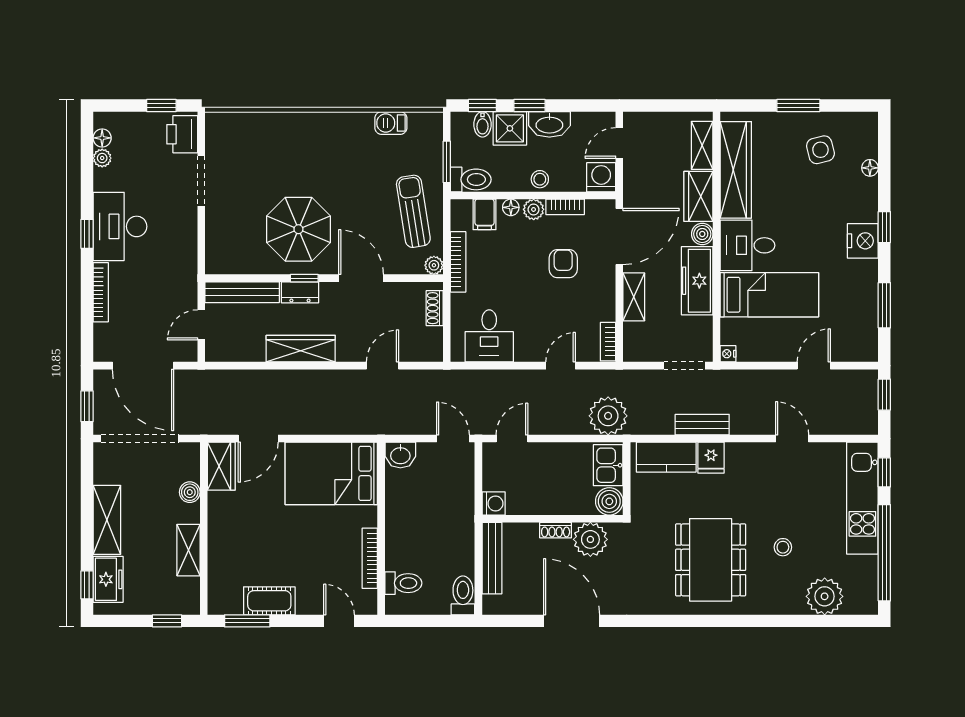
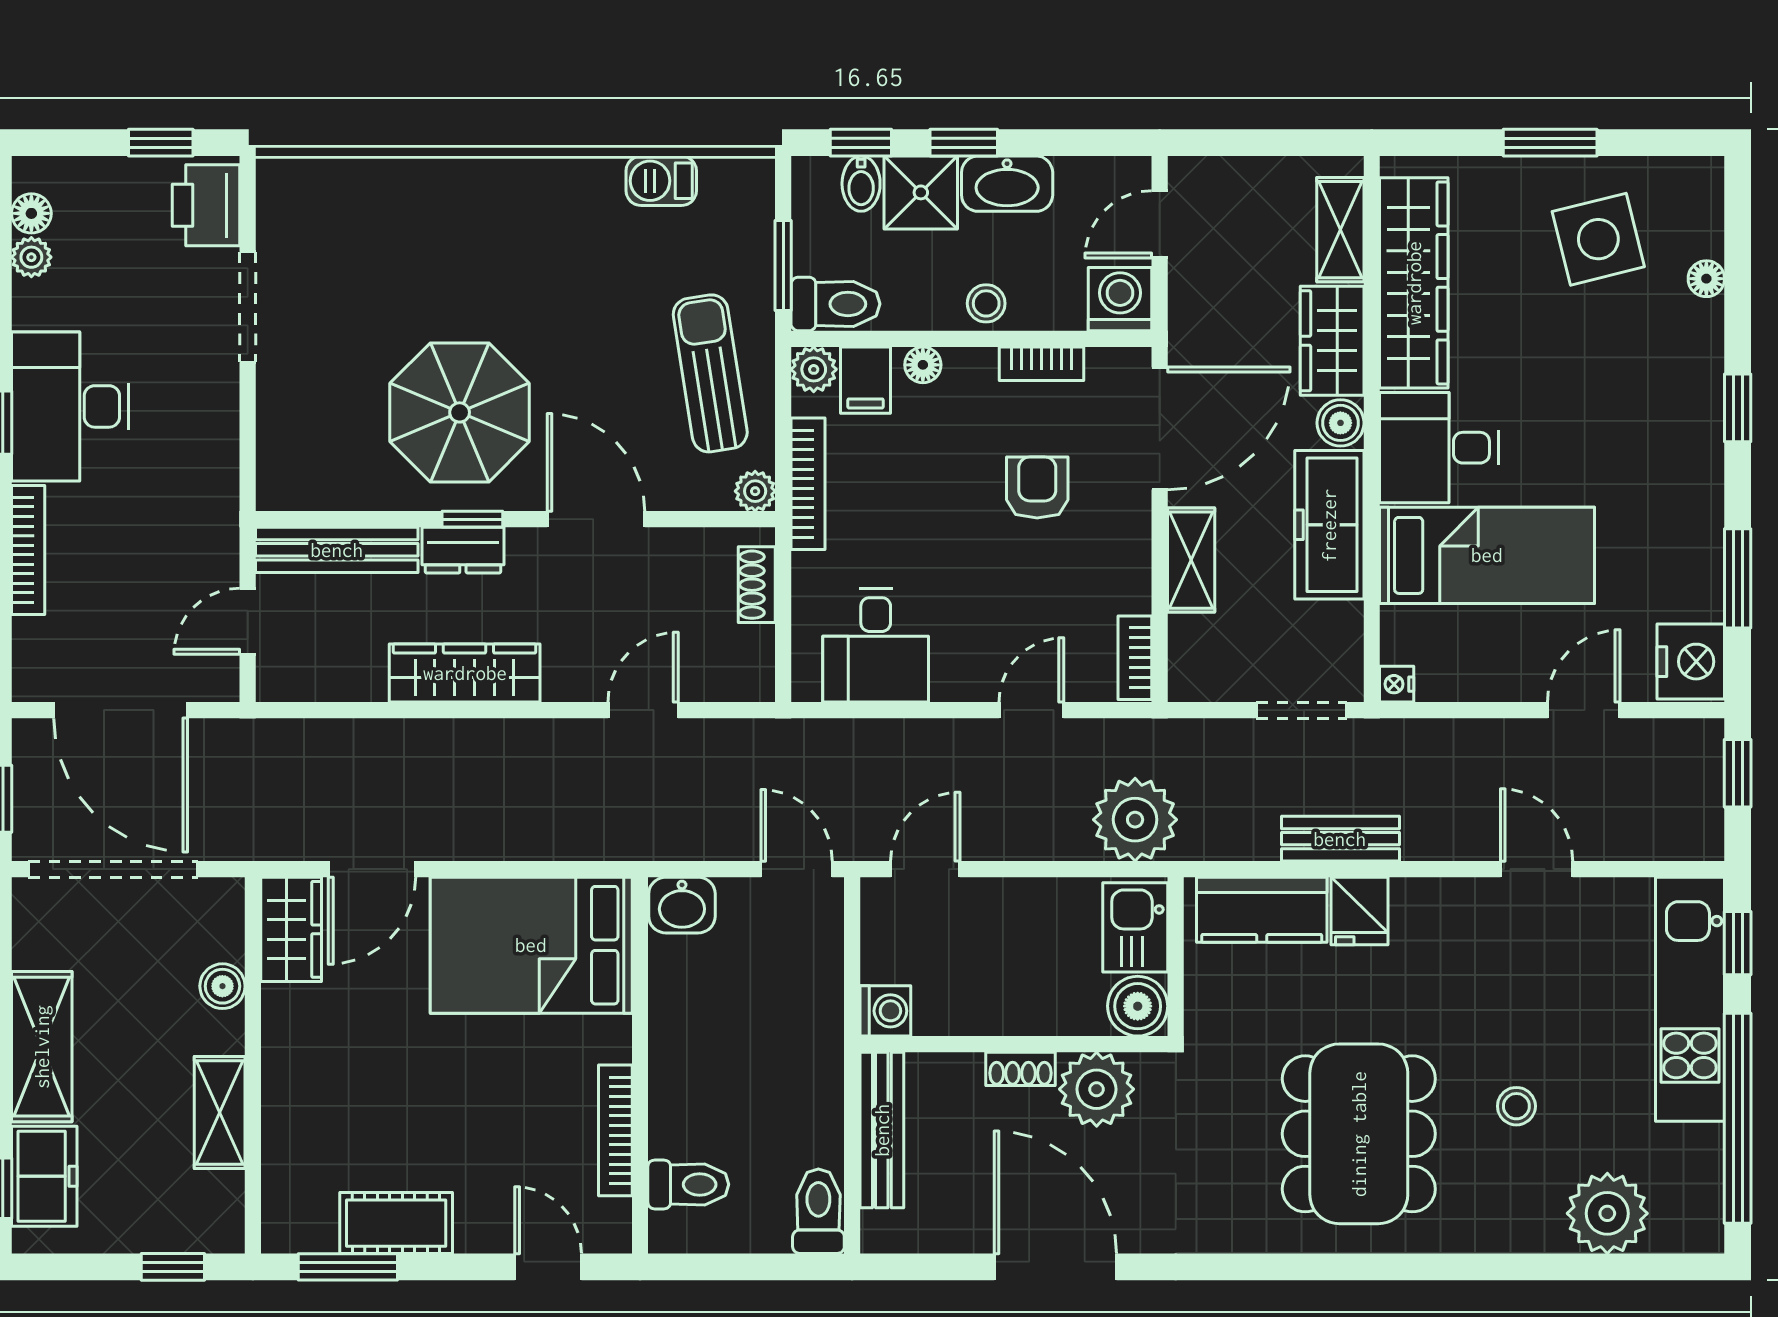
side table: (820, 150) -> (1598, 239), width x1.37, depth x1.37
plant: (534, 209) -> (814, 369), moved
nightstand: (863, 241) -> (1691, 662), moved

